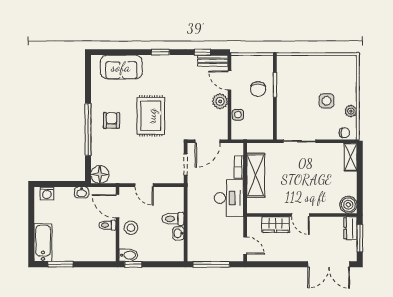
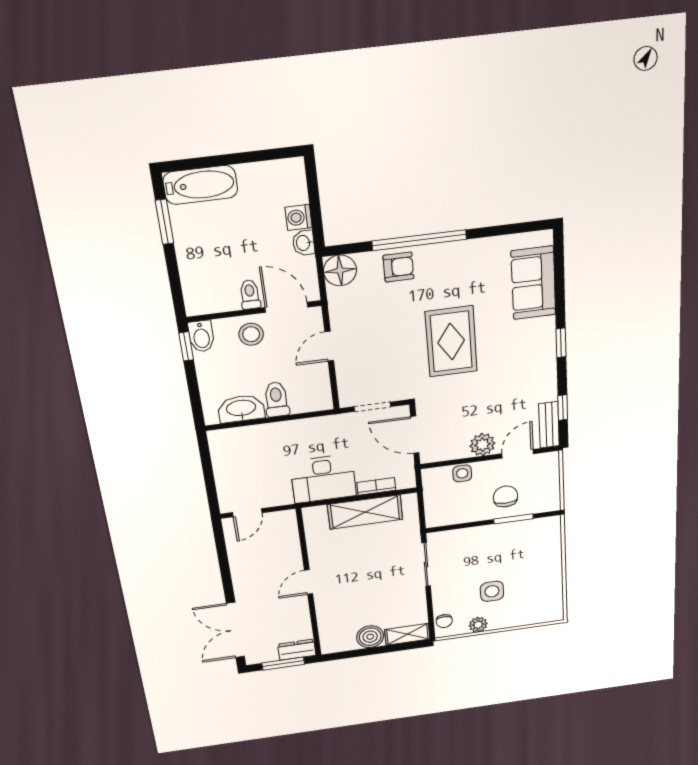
chair: (258, 89) -> (505, 496), turned 90
rug: (151, 116) -> (451, 342), turned 90
armchair: (111, 120) -> (398, 267), moved
washing machine: (47, 193) -> (299, 217), moved
boiler: (348, 205) -> (370, 637), moved
door: (117, 206) -> (286, 307), hinge flipped
wardrobe: (275, 225) -> (288, 550), removed
washbasin: (178, 233) -> (241, 409), width x1.91, depth x1.45
window: (211, 264) -> (207, 468), removed

